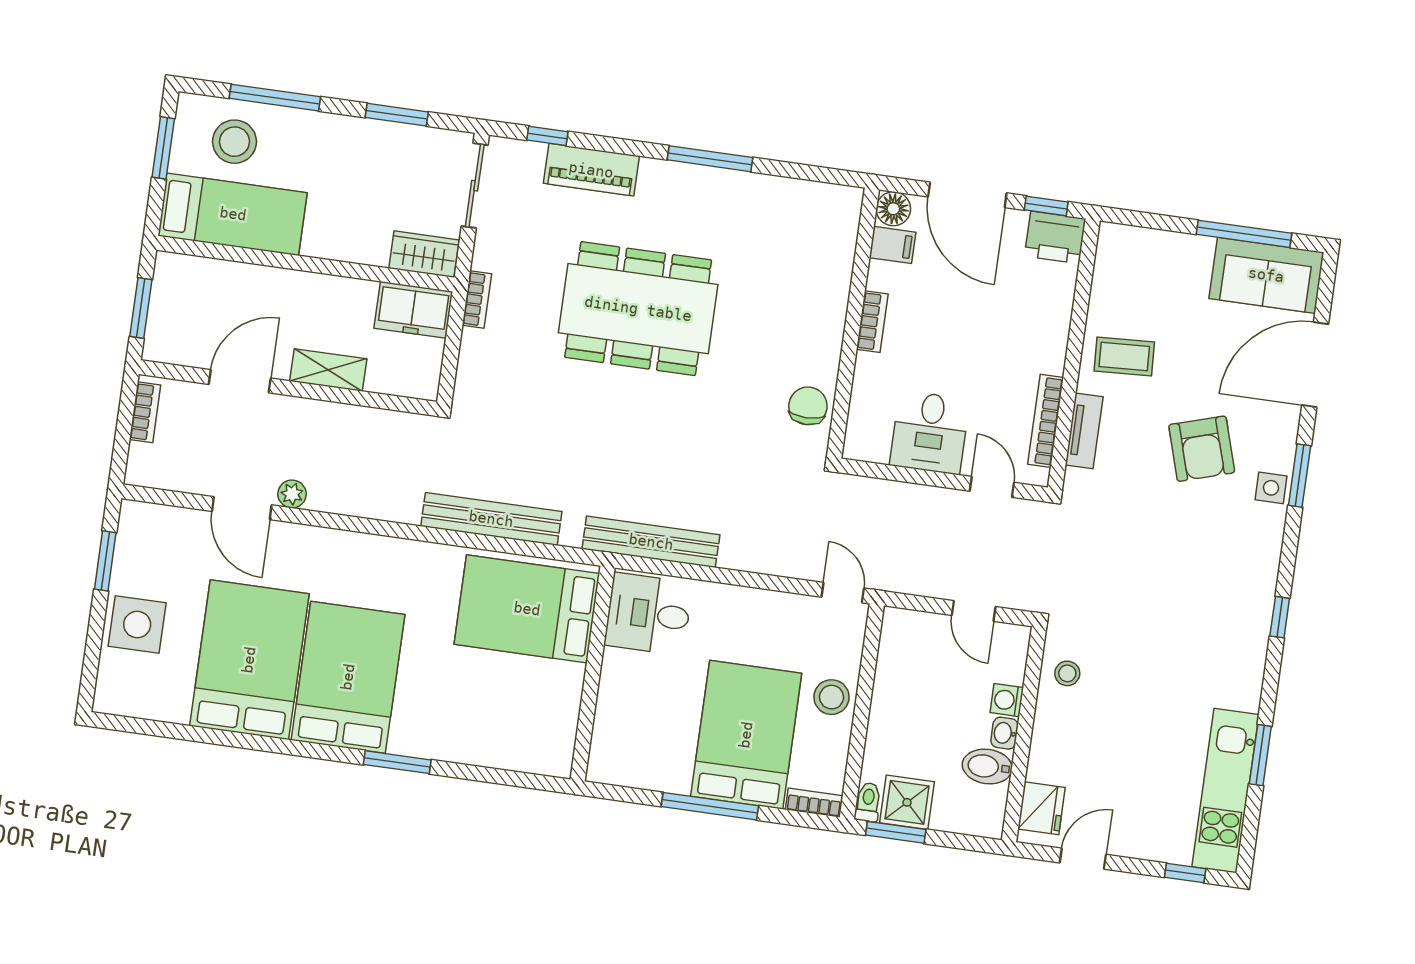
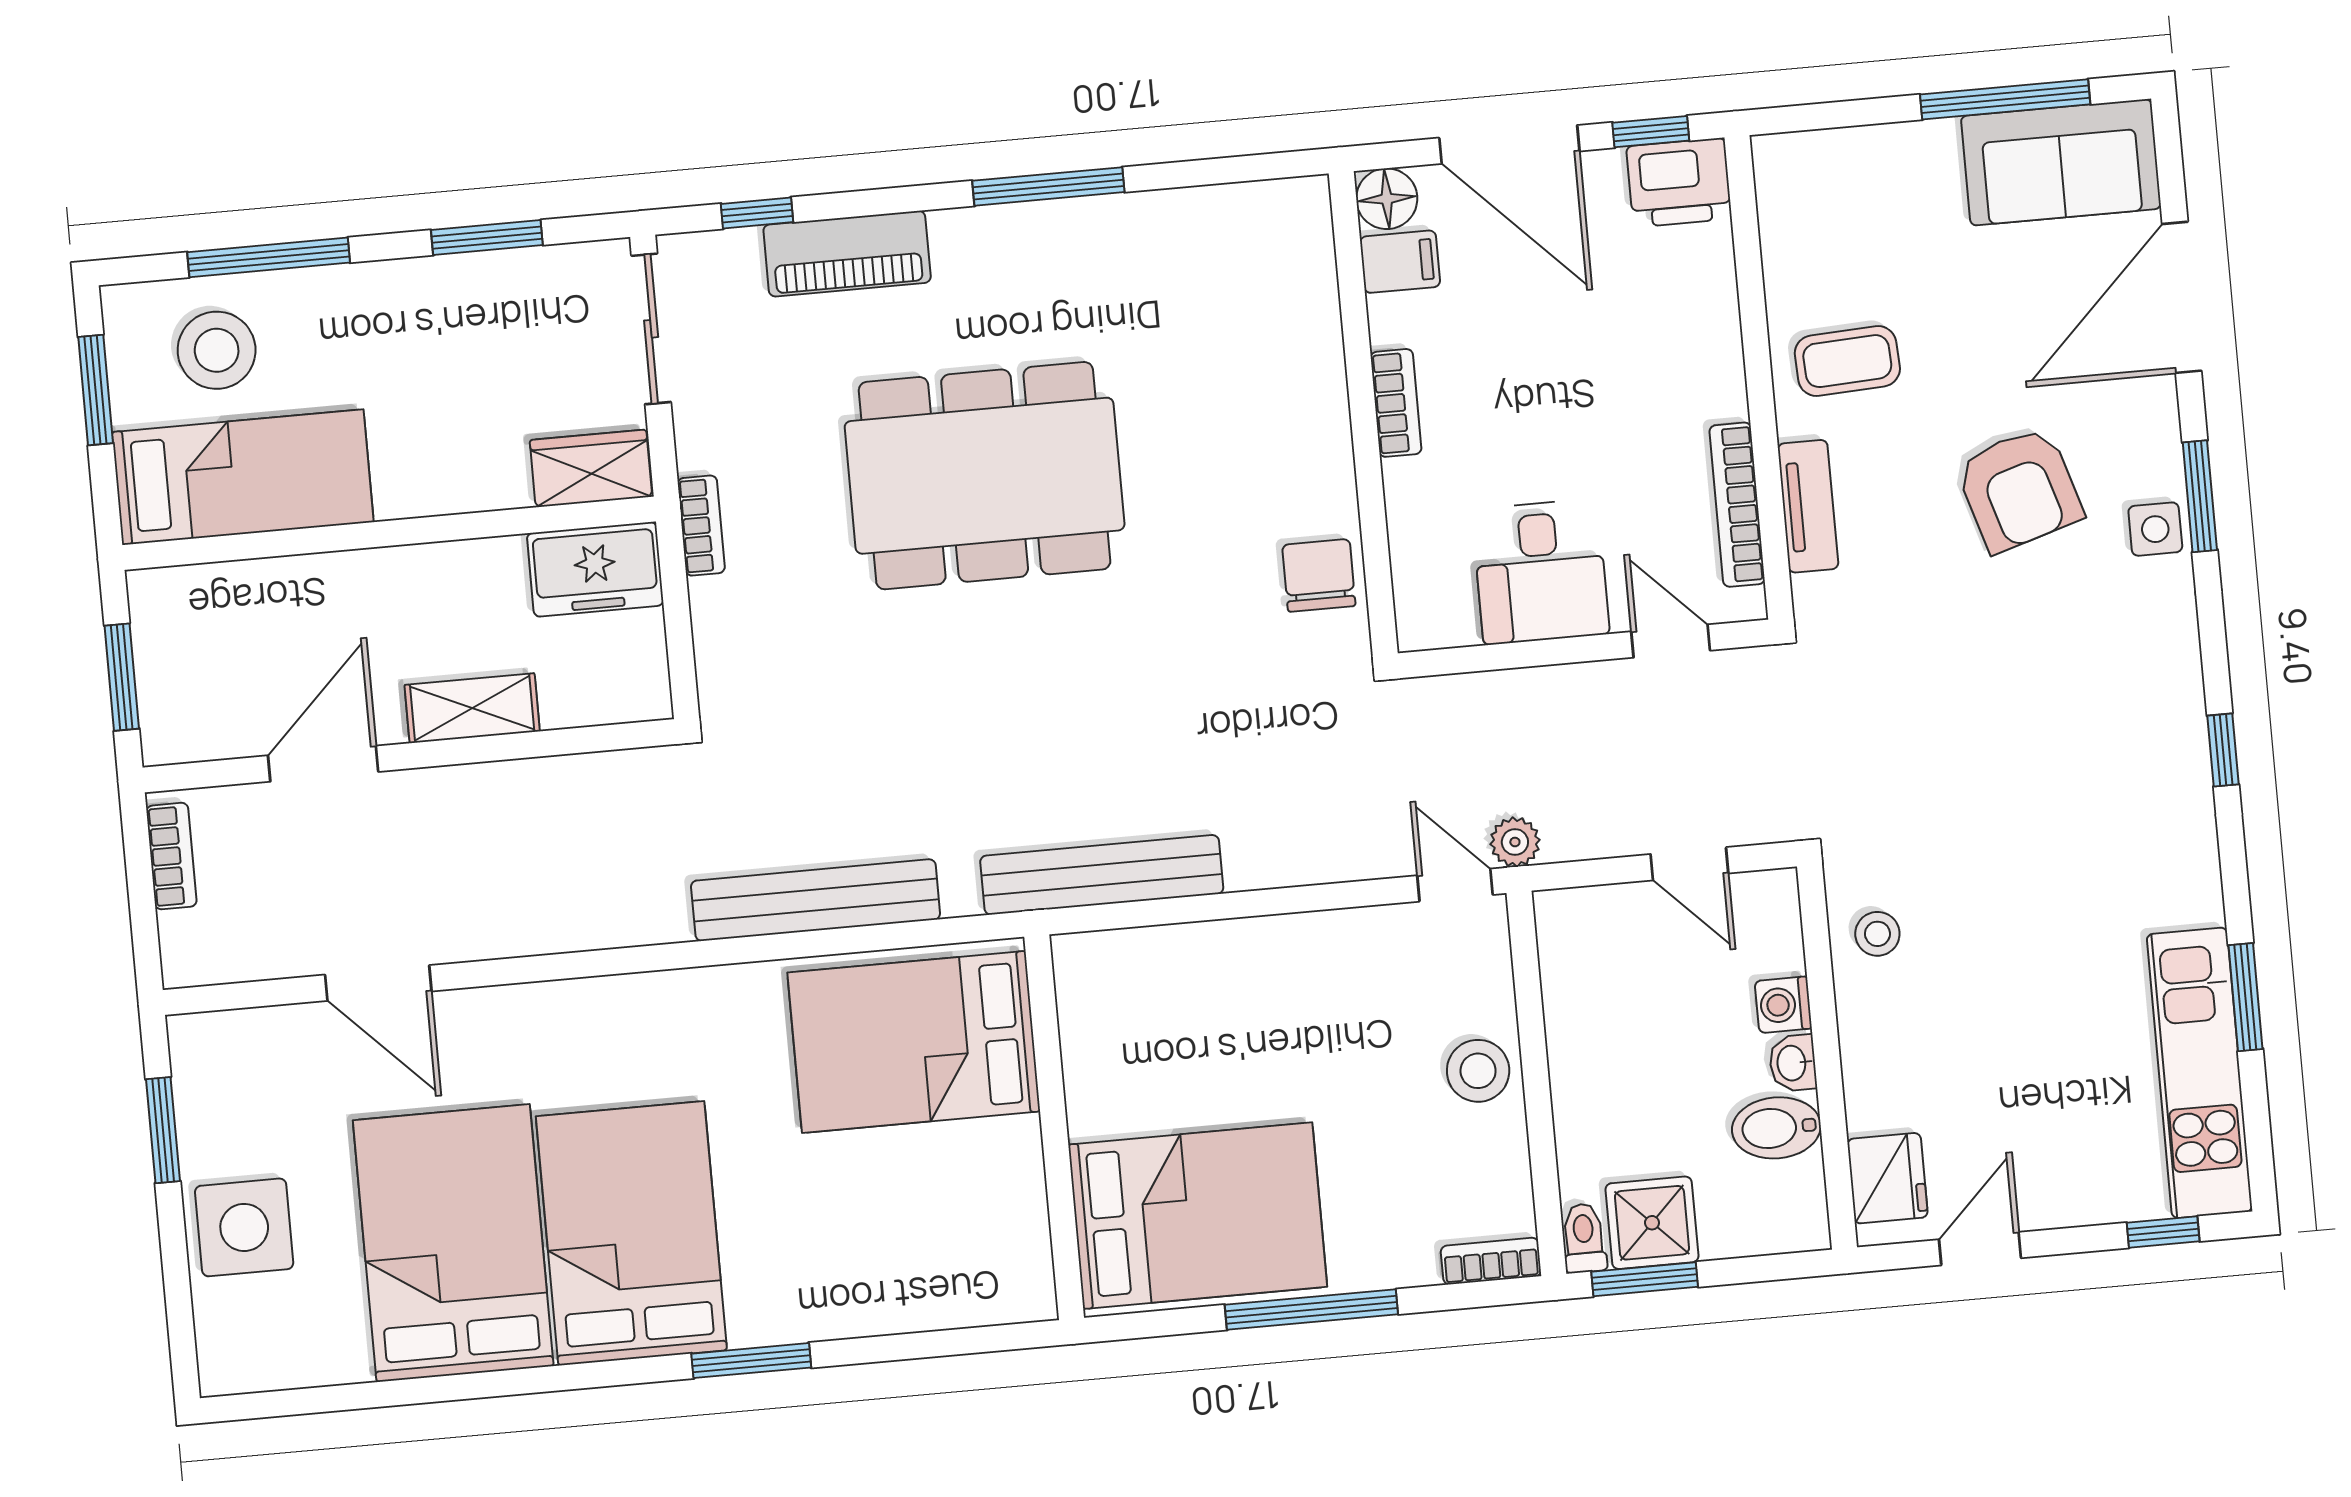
plant: (292, 494) -> (1515, 842), moved
desk: (648, 614) -> (1127, 1001), removed
bed: (746, 735) -> (1198, 1216), moved, turned 90

